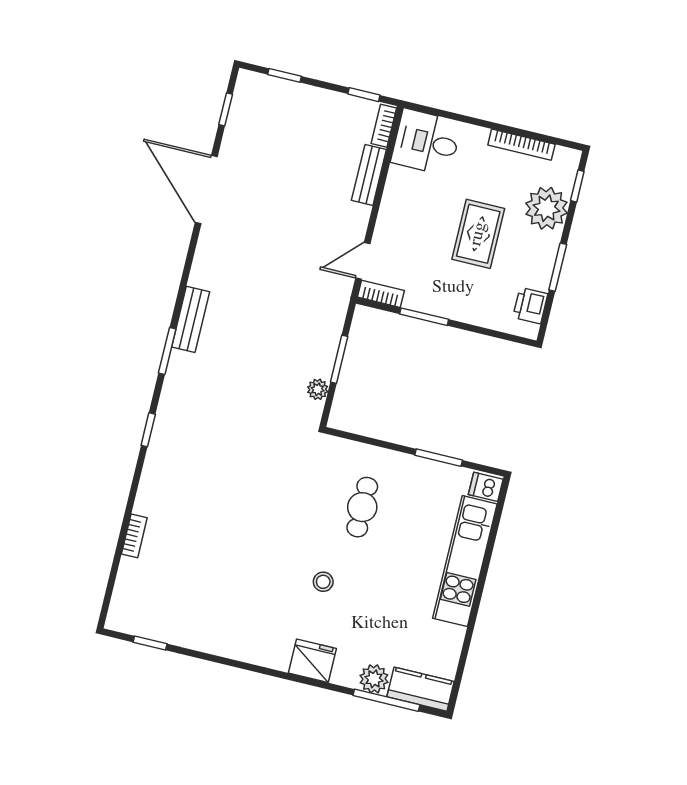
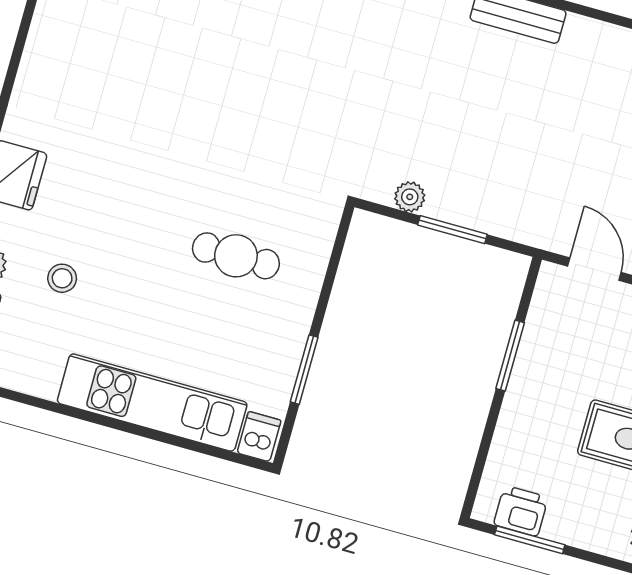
window: (558, 267) -> (530, 540), moved
bookcase: (381, 294) -> (546, 294), removed
stool: (323, 582) -> (62, 278), moved

